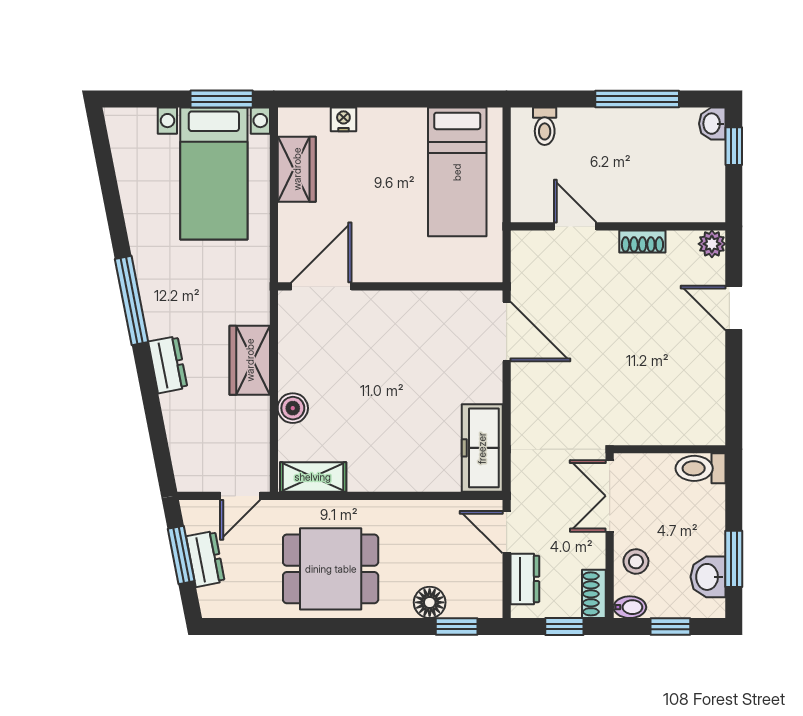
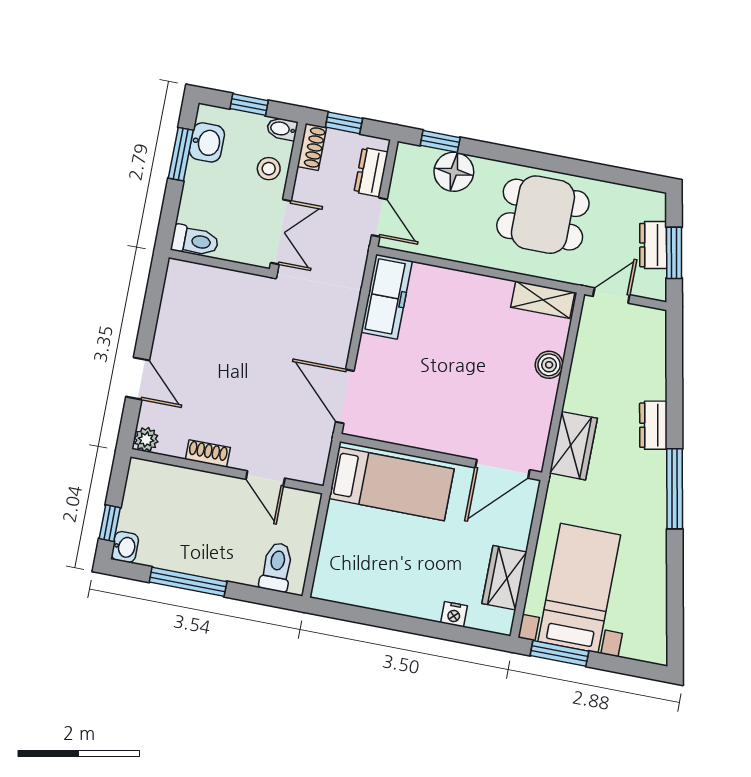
toilet: (545, 126) -> (277, 567), width x1.37, depth x1.39
bed: (457, 172) -> (391, 484), moved, turned 90
wardrobe: (250, 360) -> (573, 446), moved
floor lamp: (430, 602) -> (454, 172), width x1.38, depth x1.38

